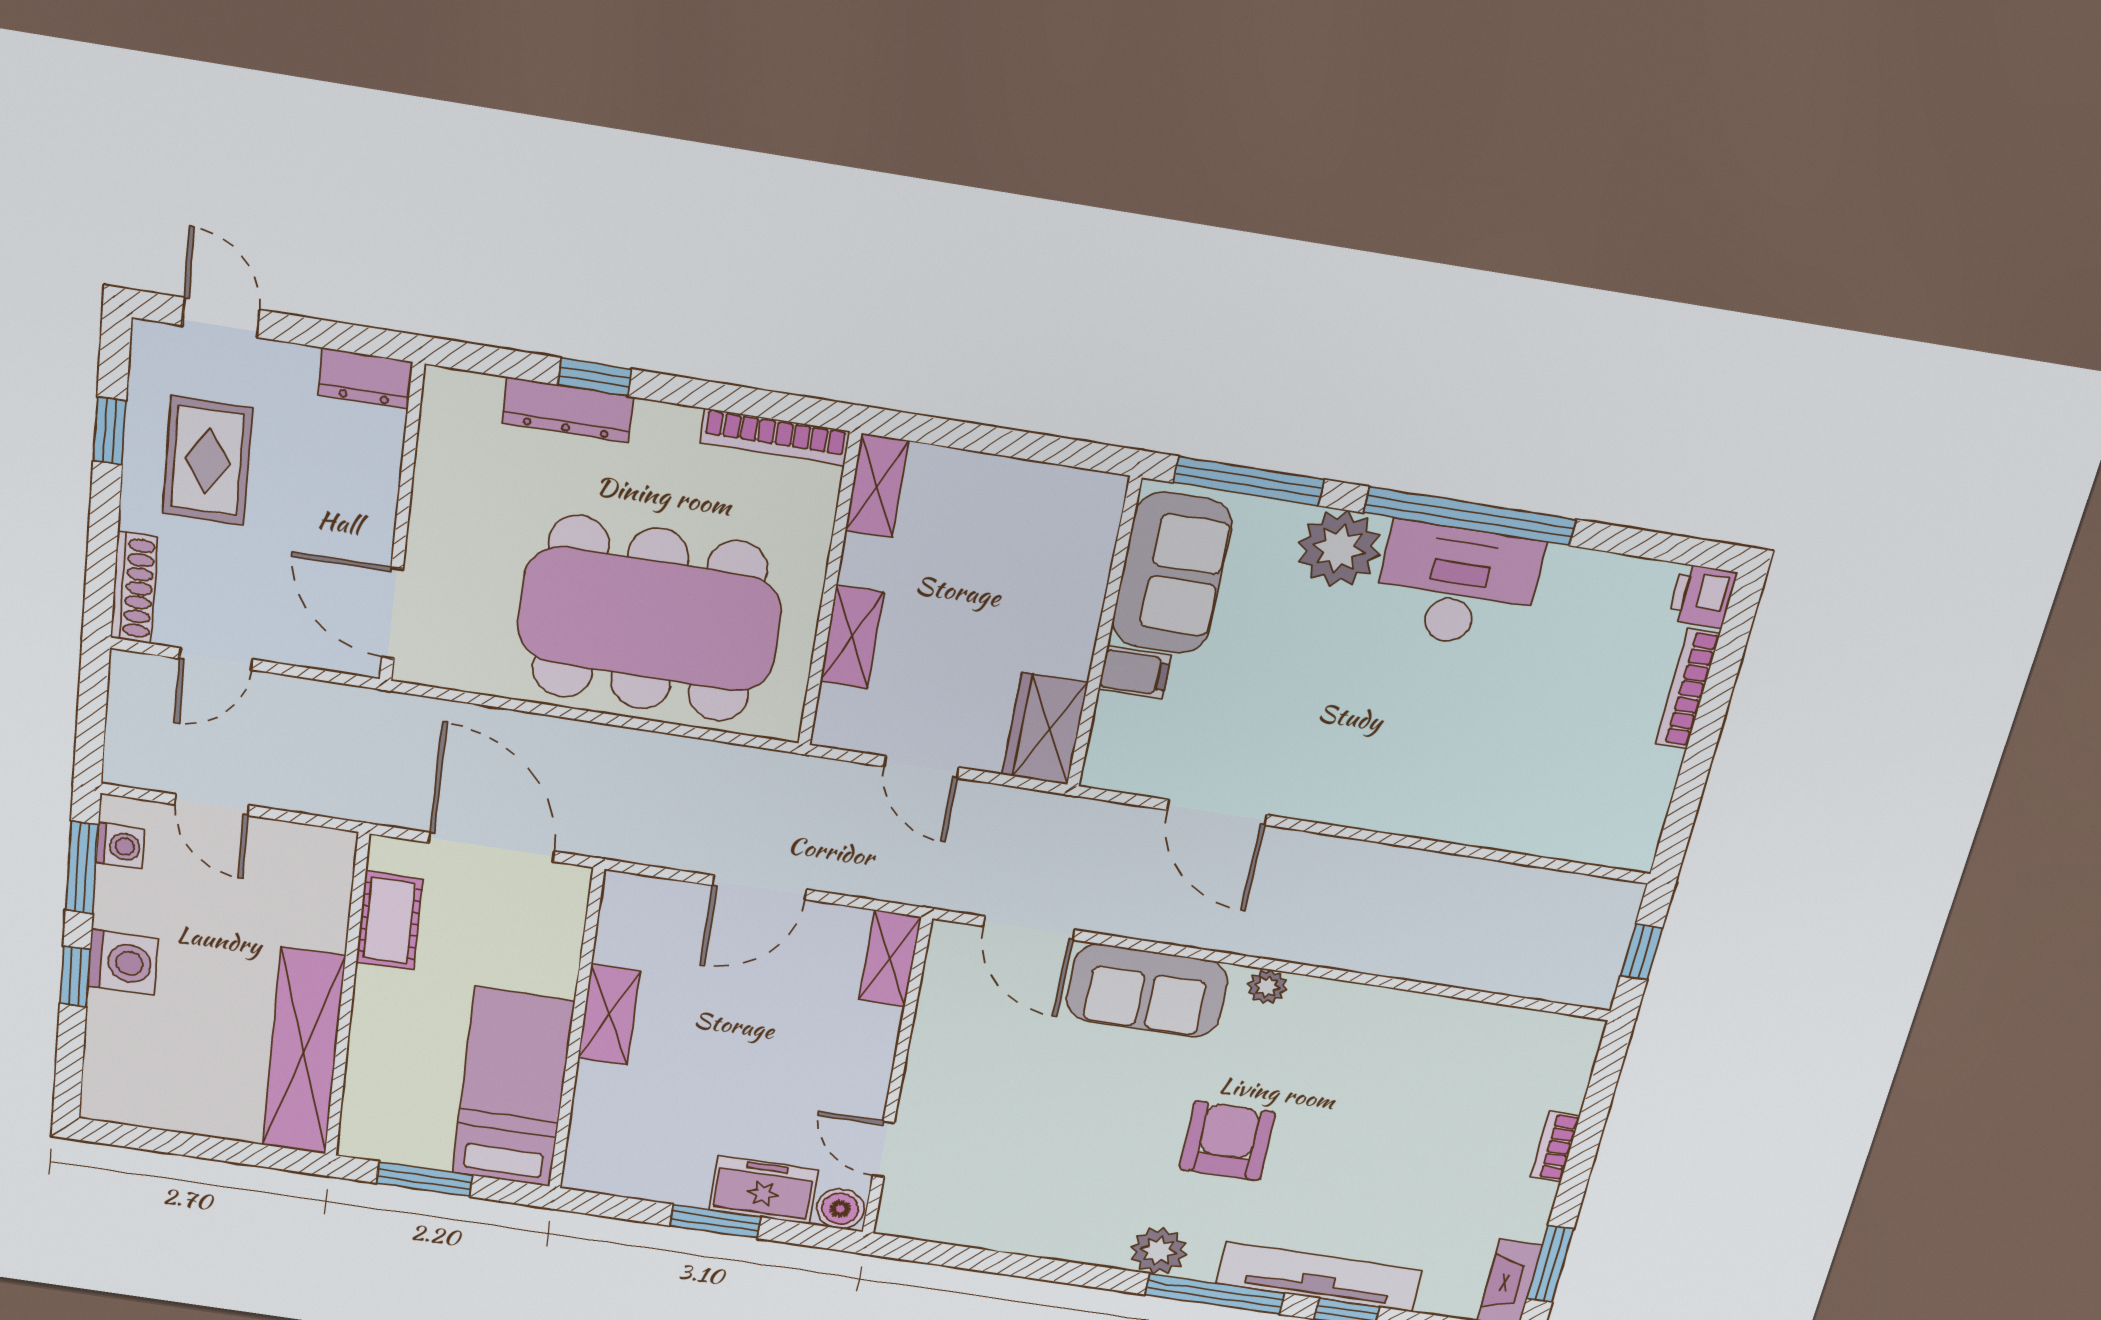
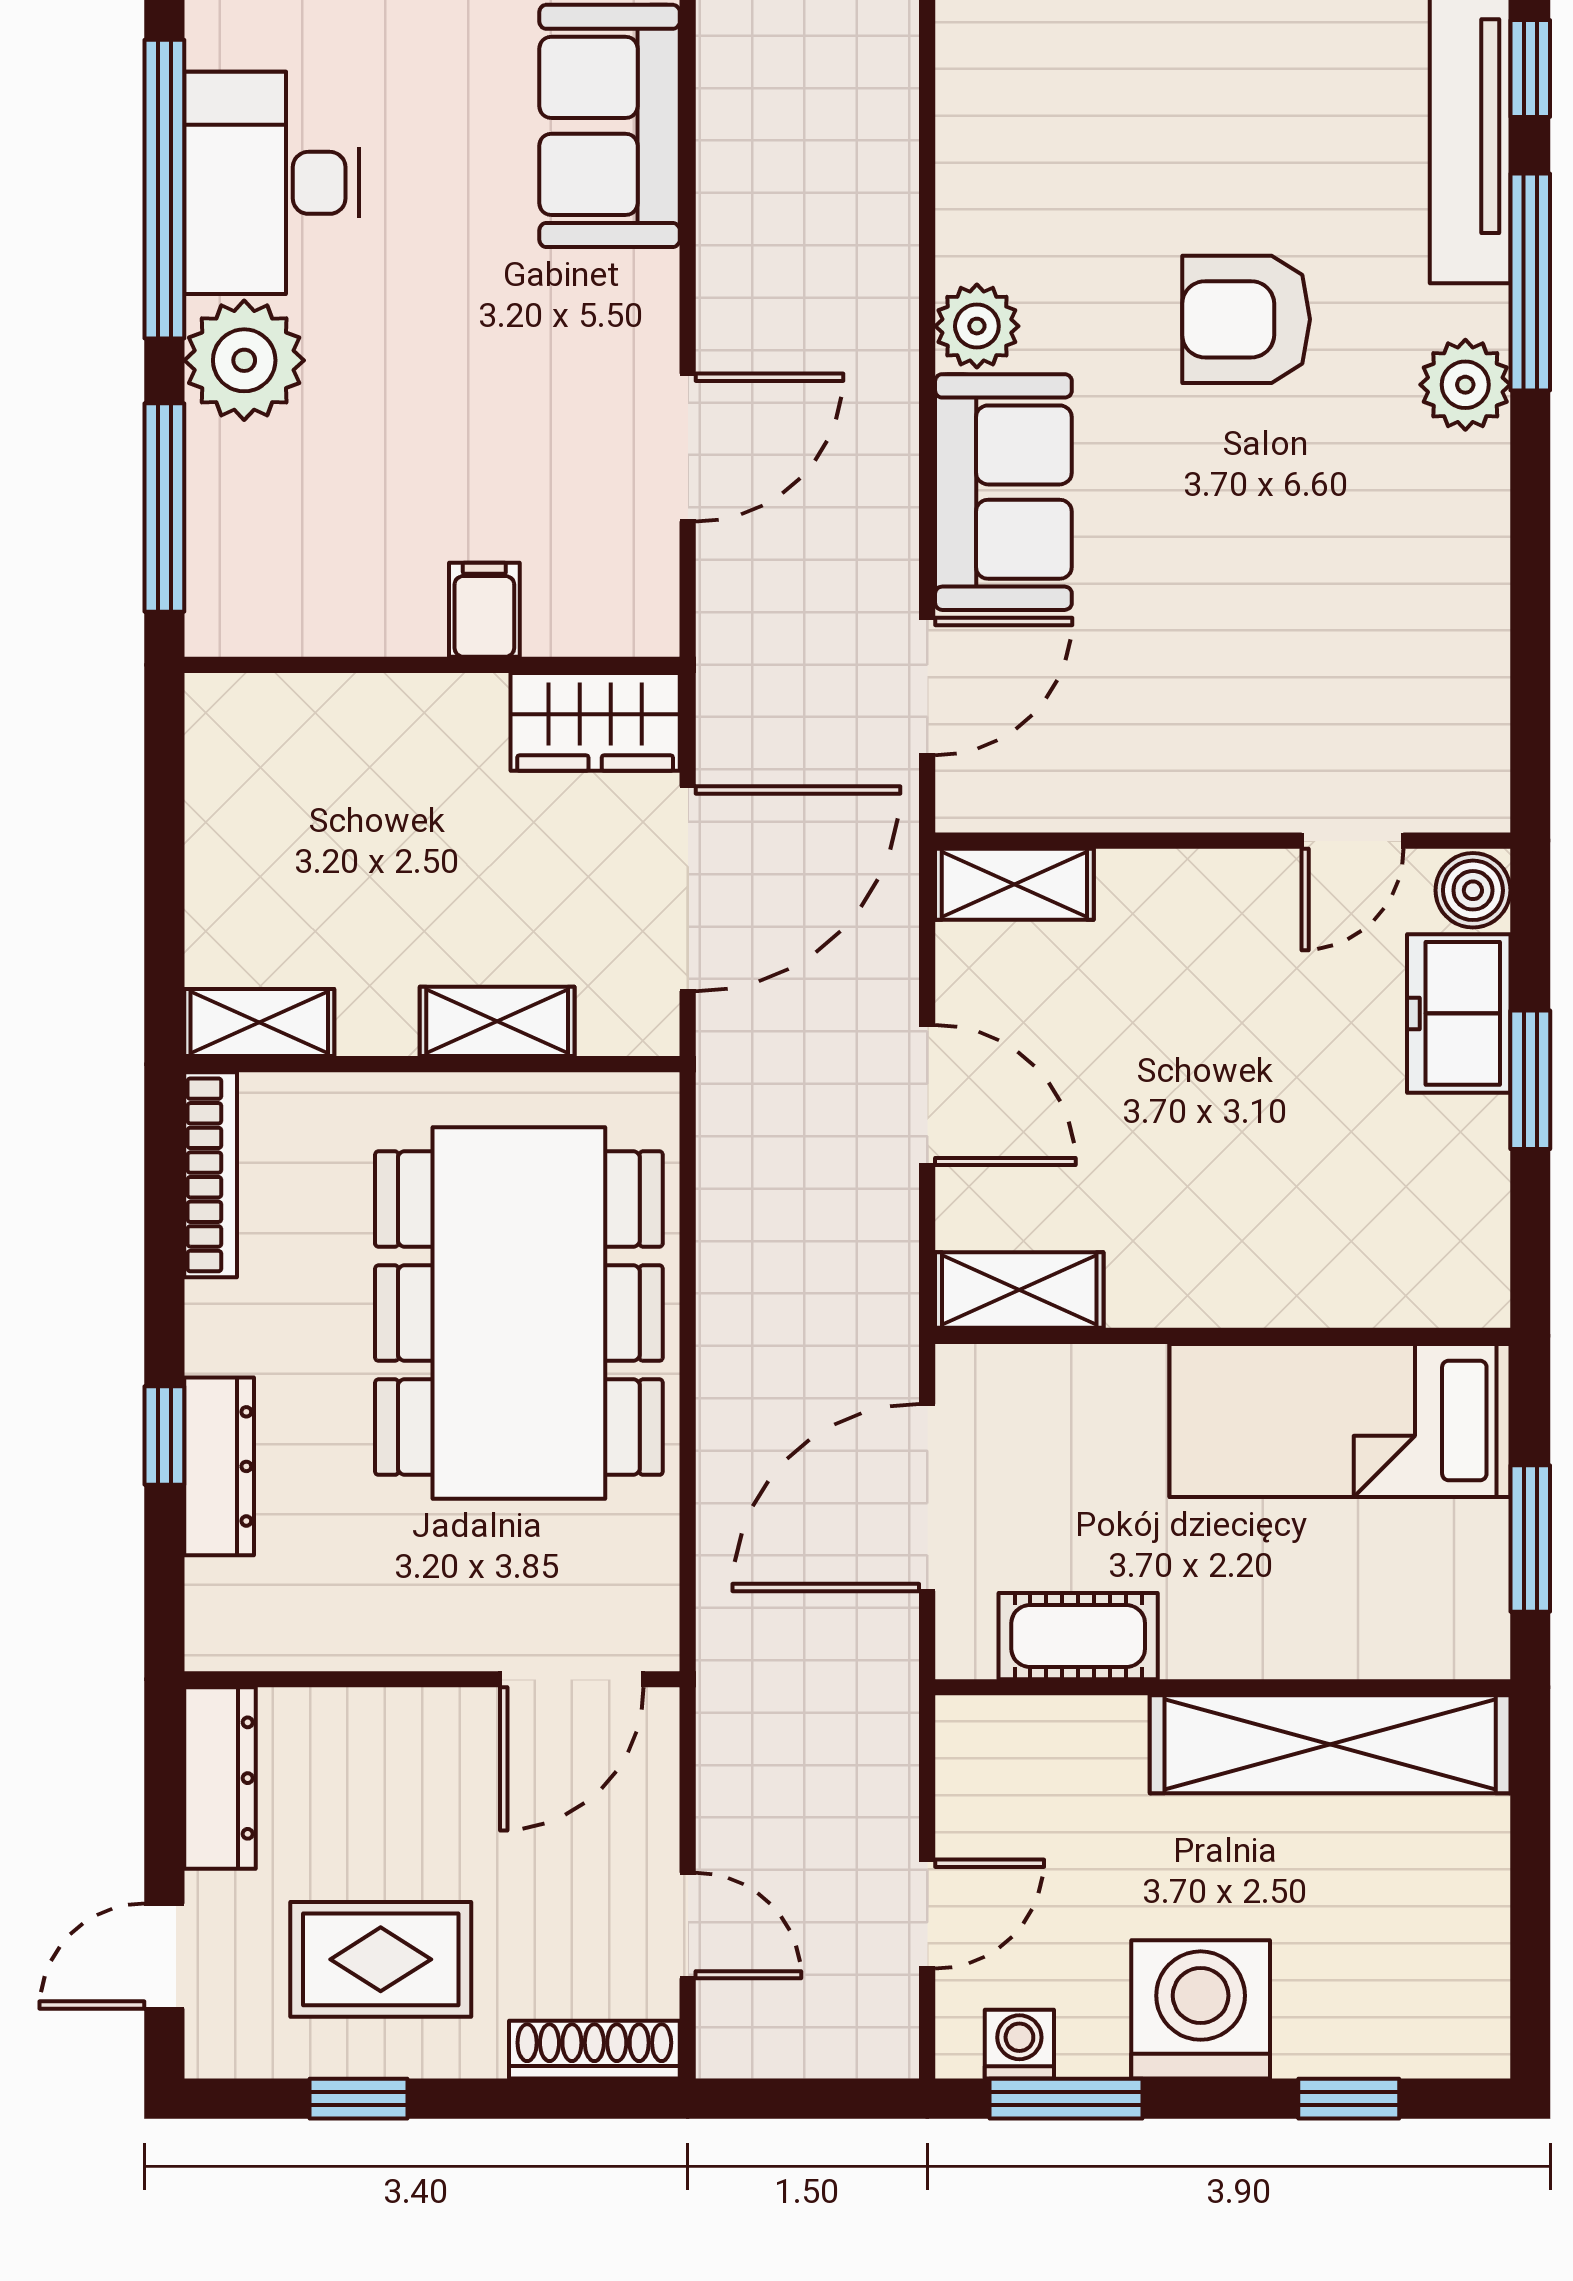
dresser: (365, 378) -> (220, 1778), width x1.44
sofa: (1172, 573) -> (610, 126), moved, turned -90
door: (922, 767) -> (688, 889), width x1.88
washing machine: (123, 962) -> (1201, 2009), width x1.37, depth x1.37
window: (75, 977) -> (1349, 2099), moved
plant: (1267, 987) -> (977, 326), width x1.38, depth x1.38
shelving: (609, 1015) -> (1019, 1290), moved

